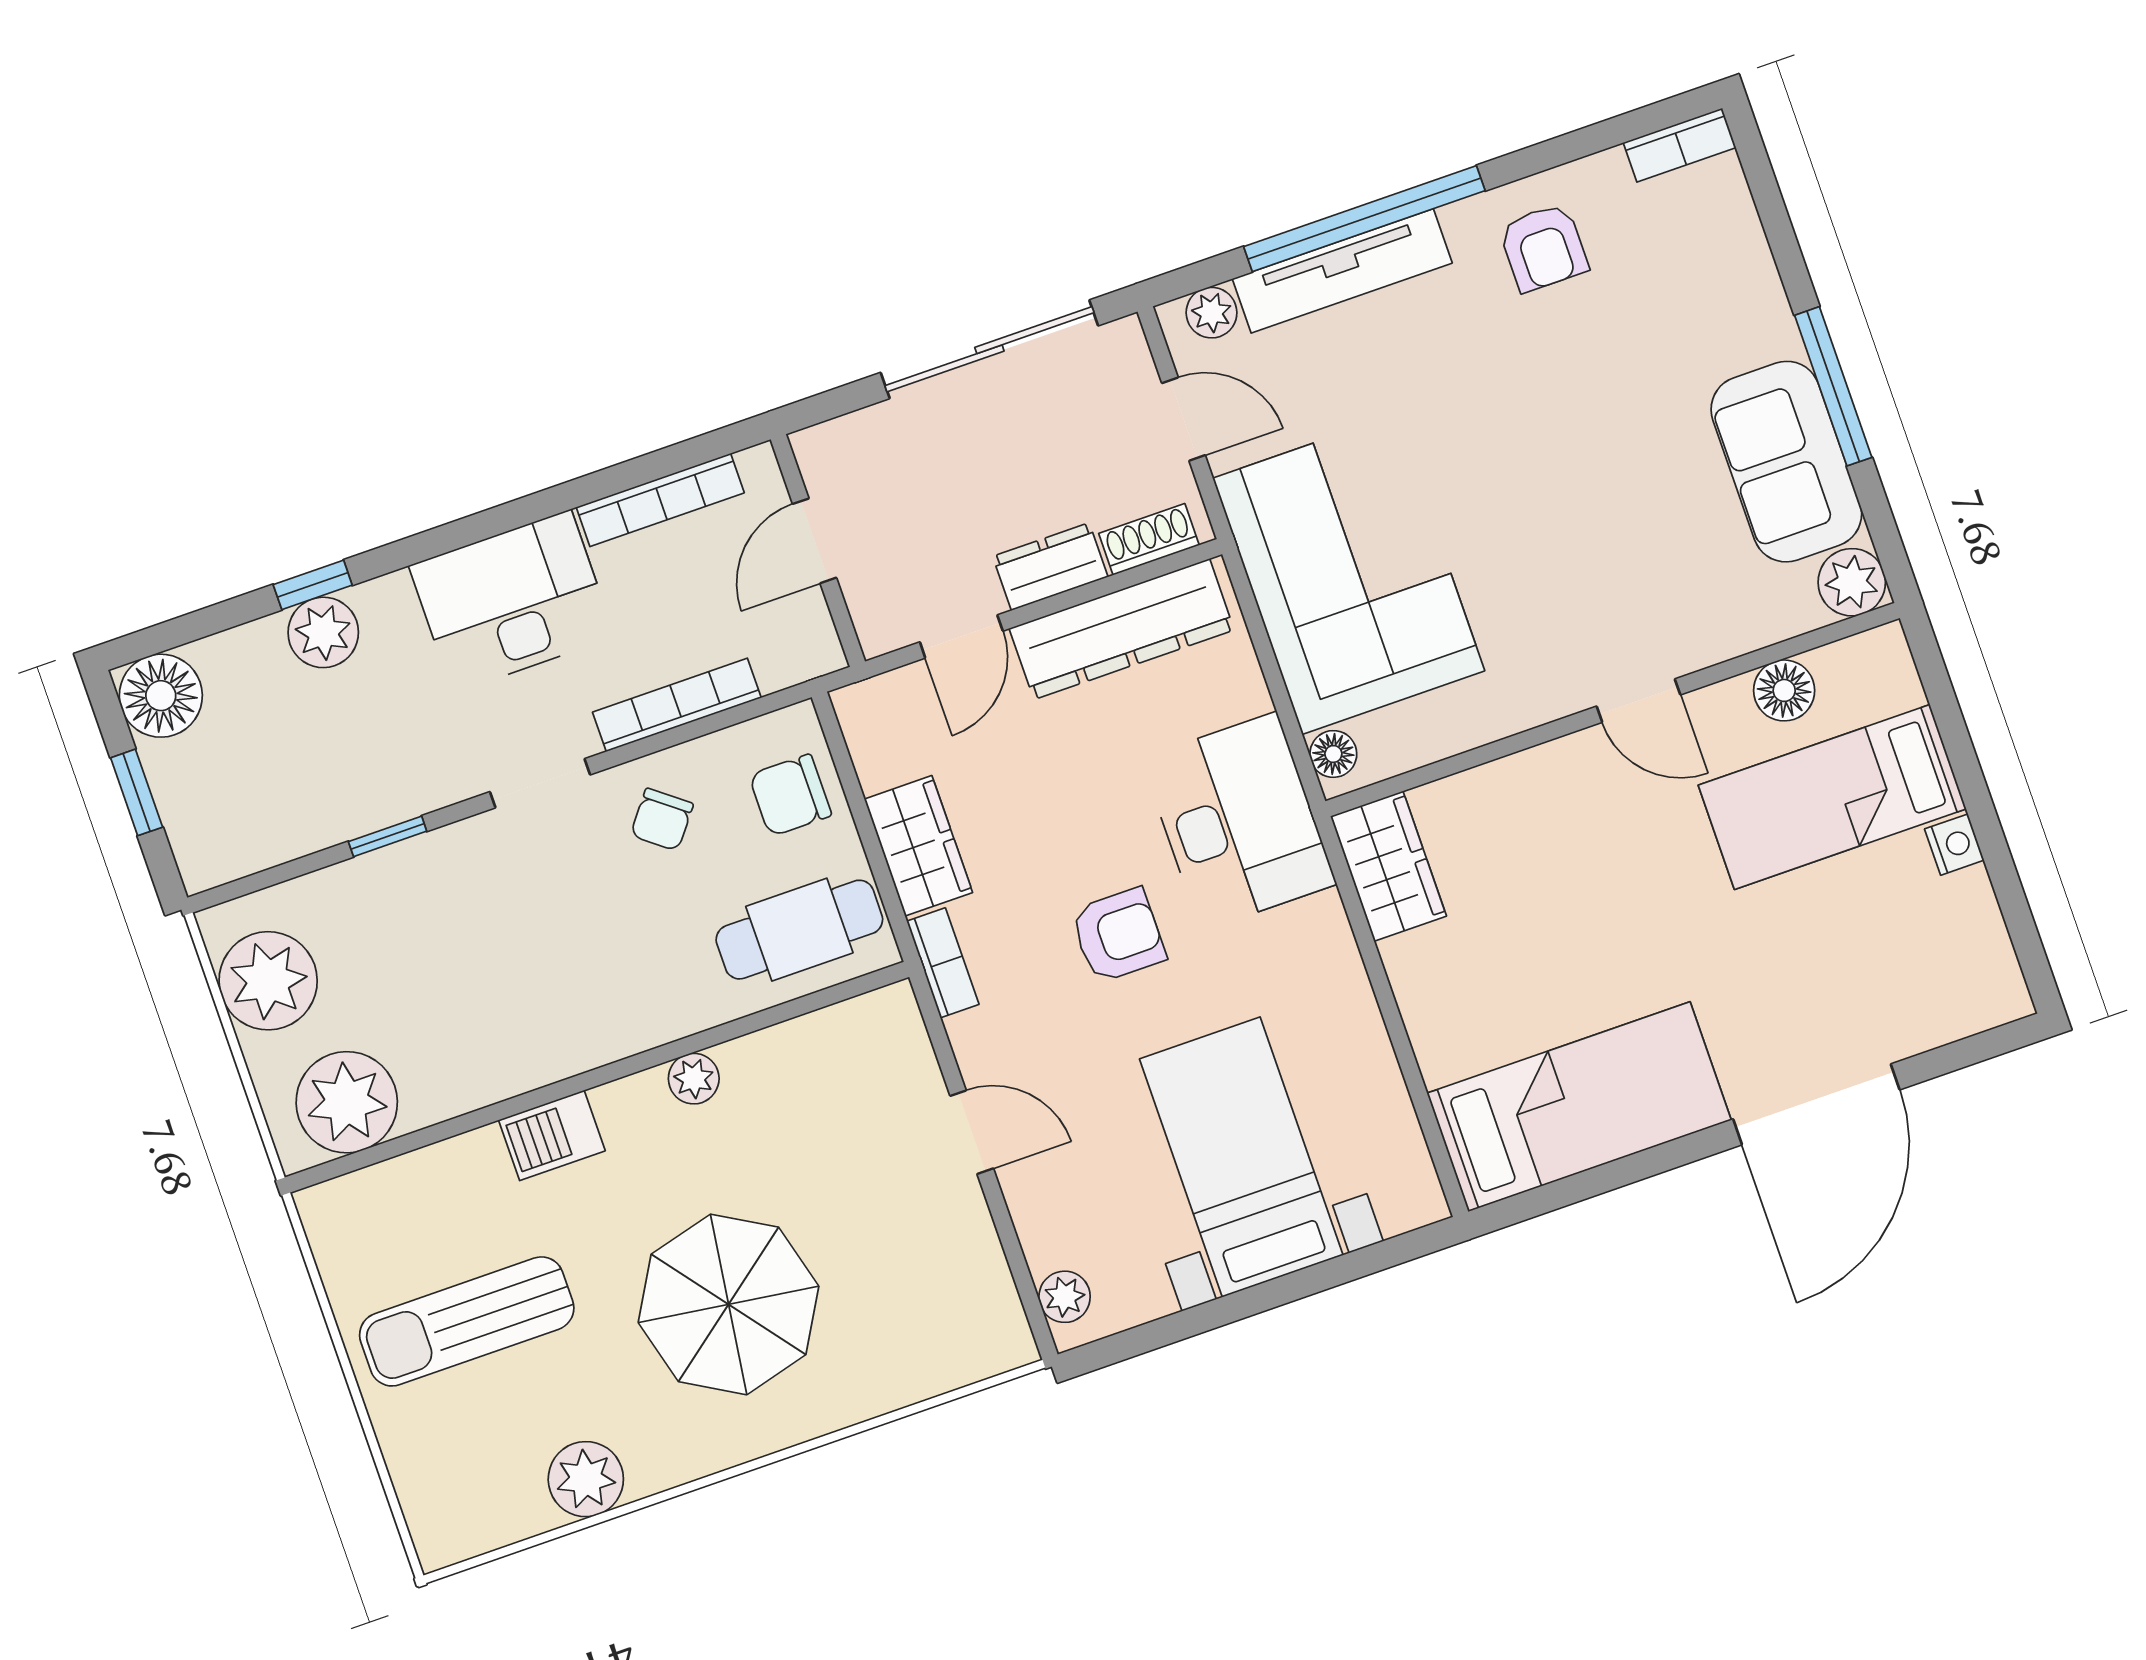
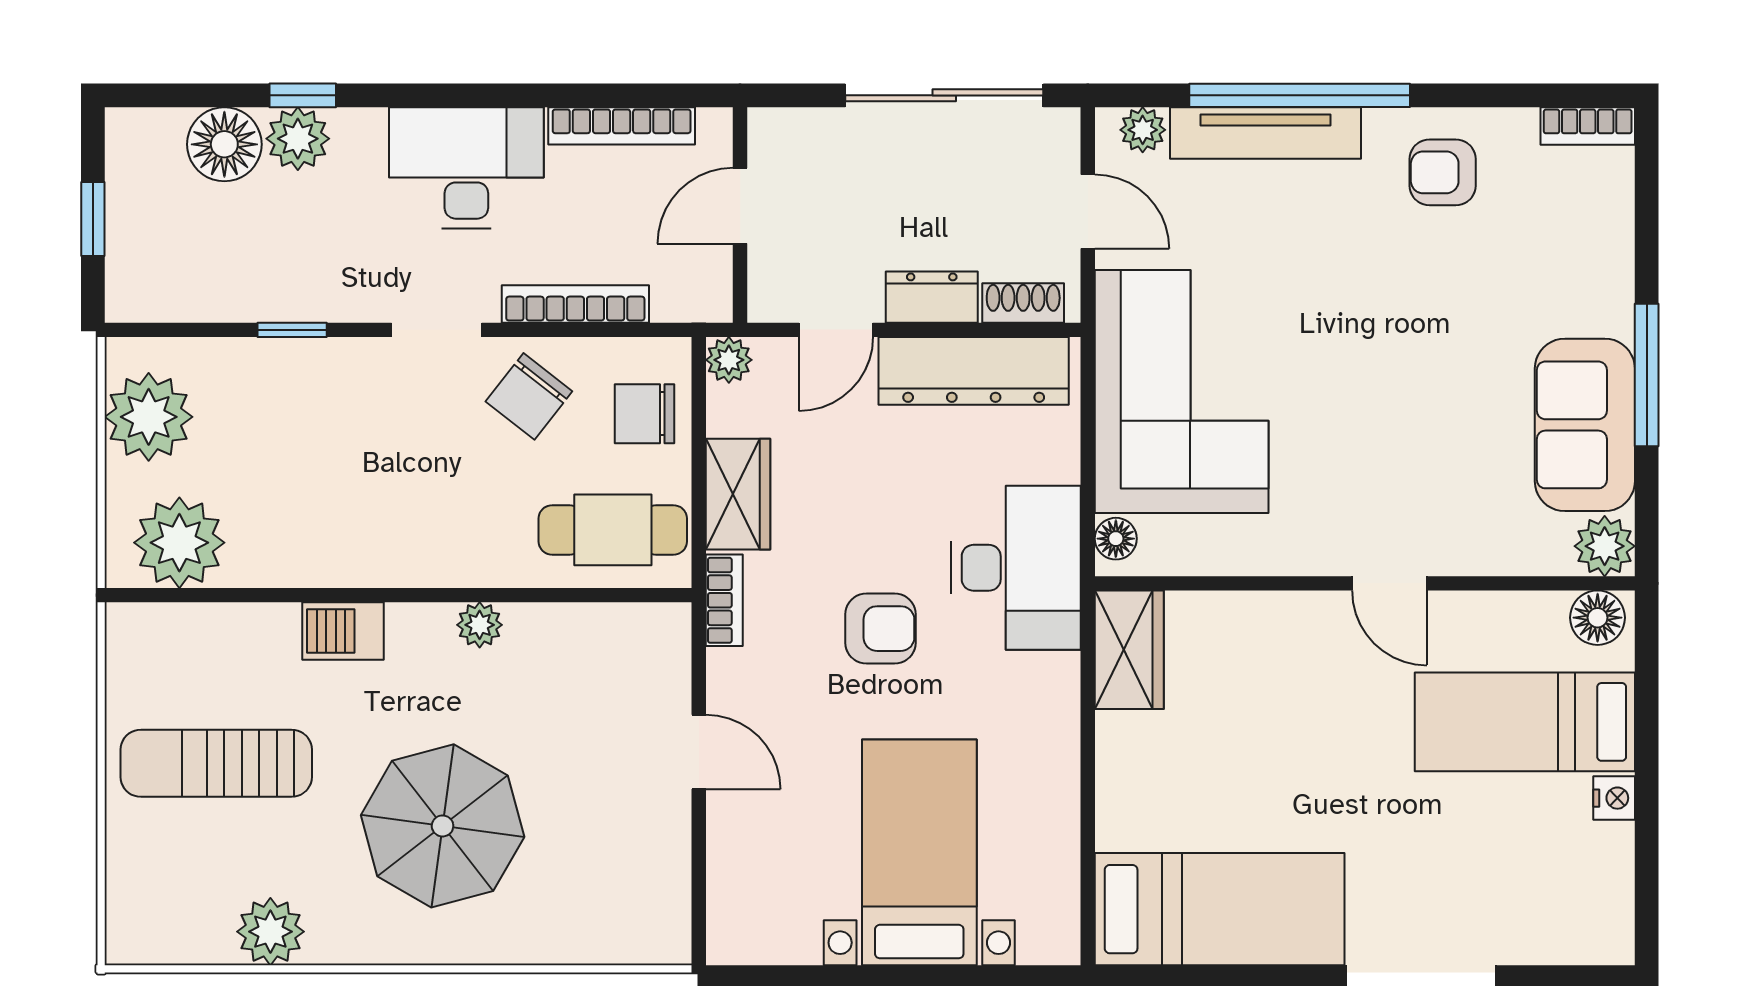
armchair: (1544, 247) -> (1443, 172), turned 90
floor lamp: (1784, 690) -> (1598, 618), moved
floor lamp: (161, 696) -> (224, 144), moved
chair: (662, 819) -> (529, 396), width x1.37, depth x1.37
plant: (1065, 1297) -> (729, 360), moved

